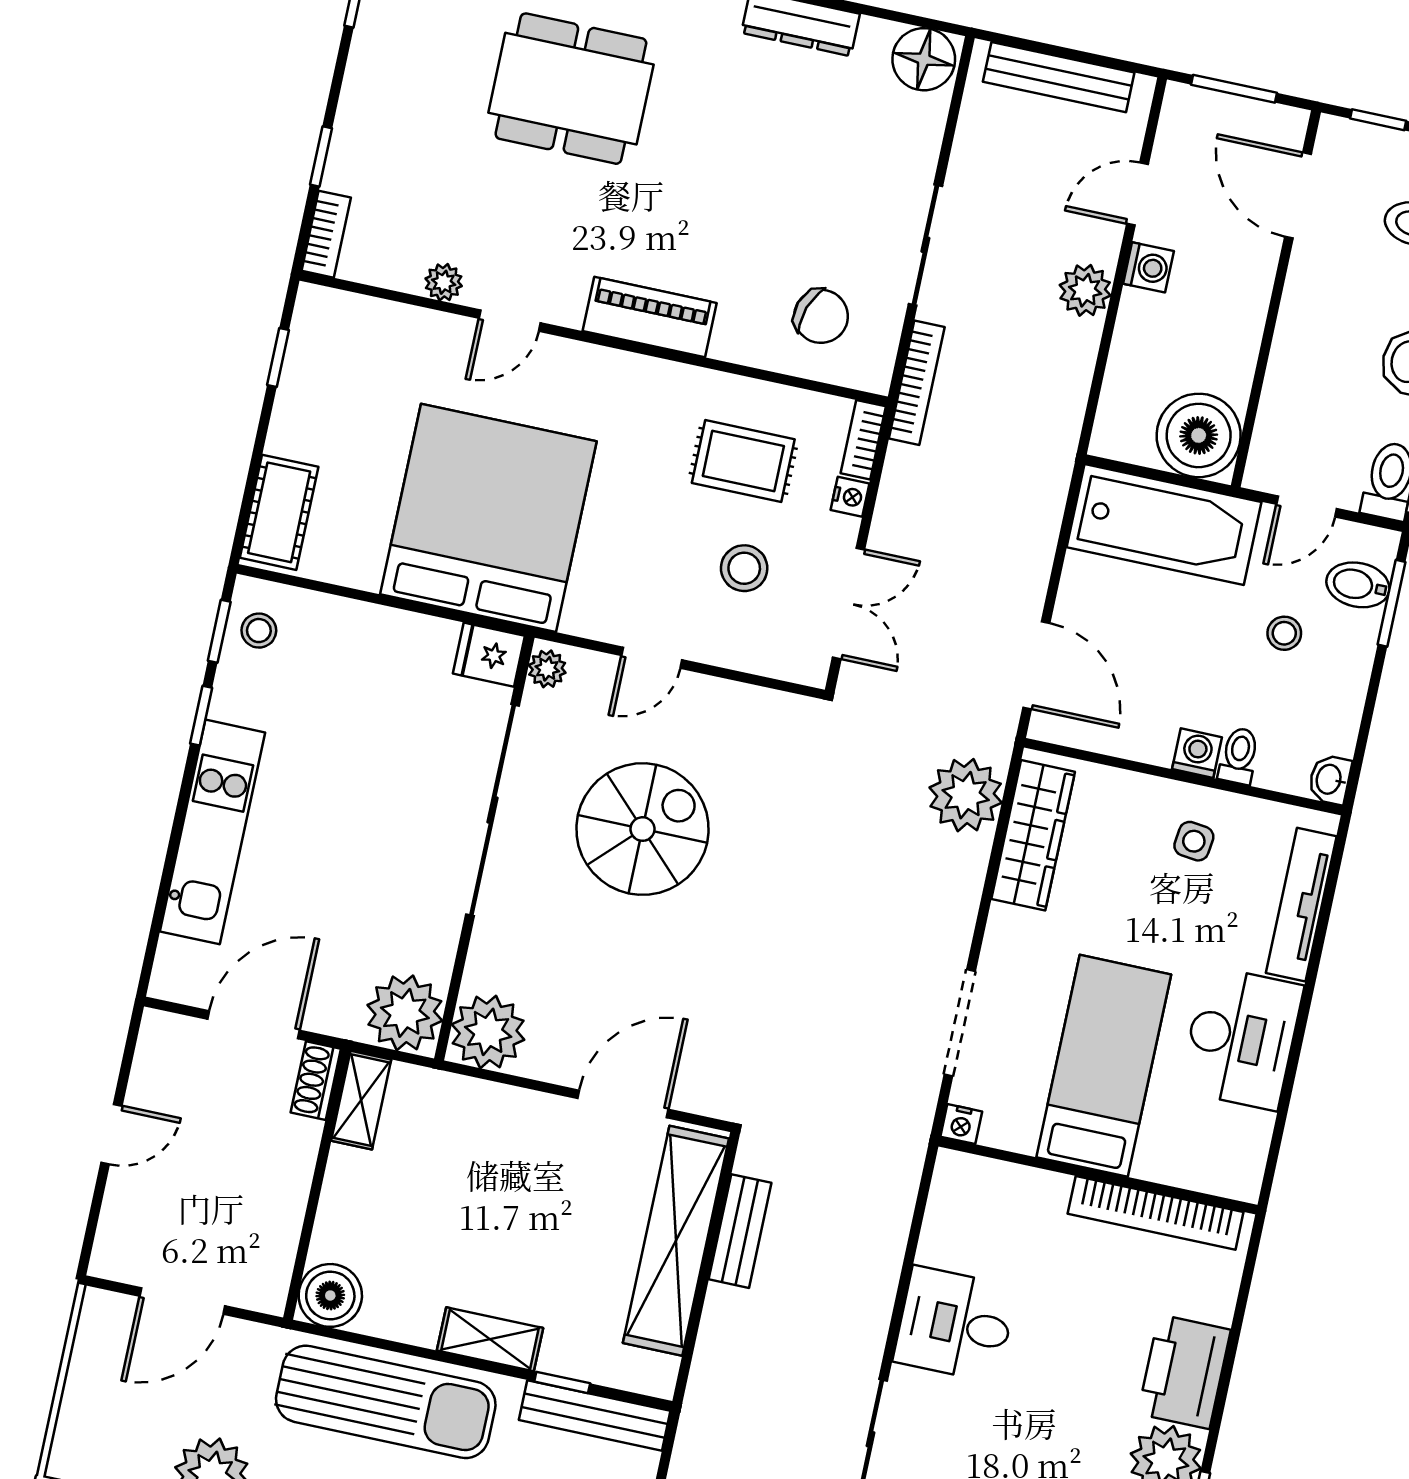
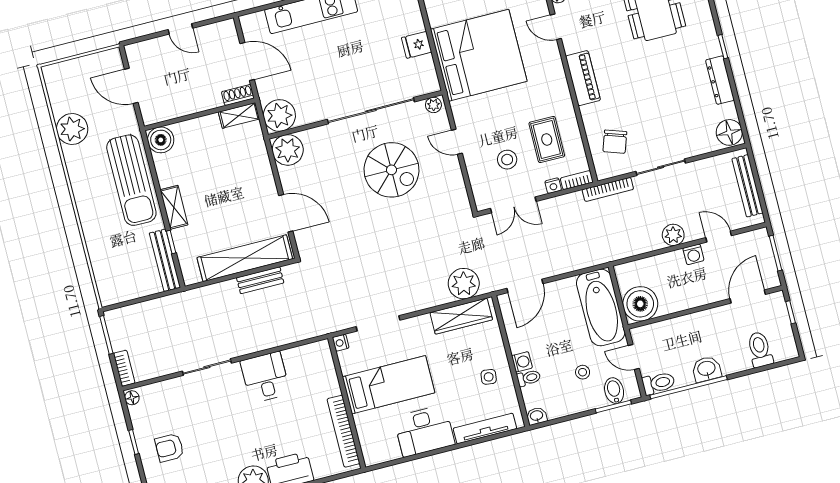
fridge: (489, 655) -> (417, 45), moved, turned -90

